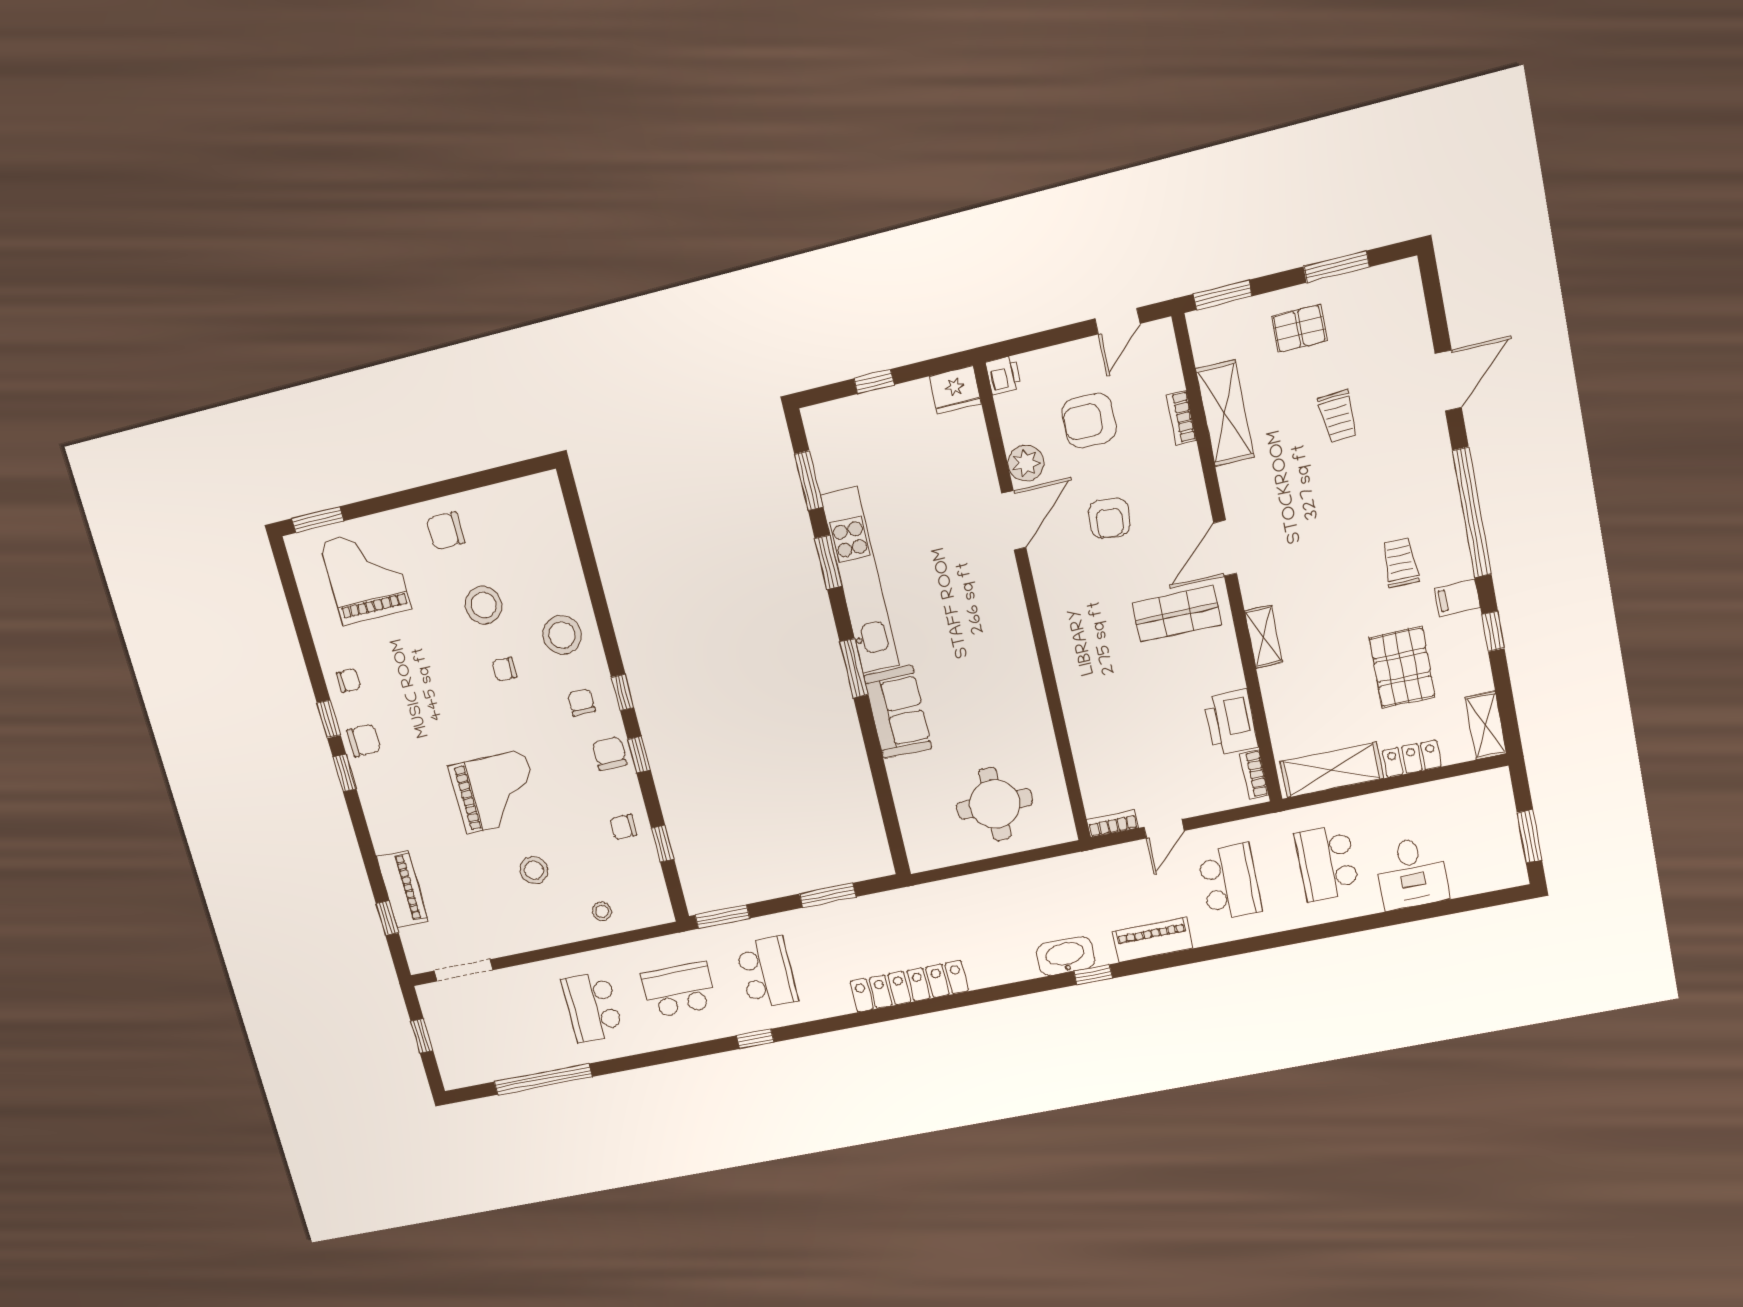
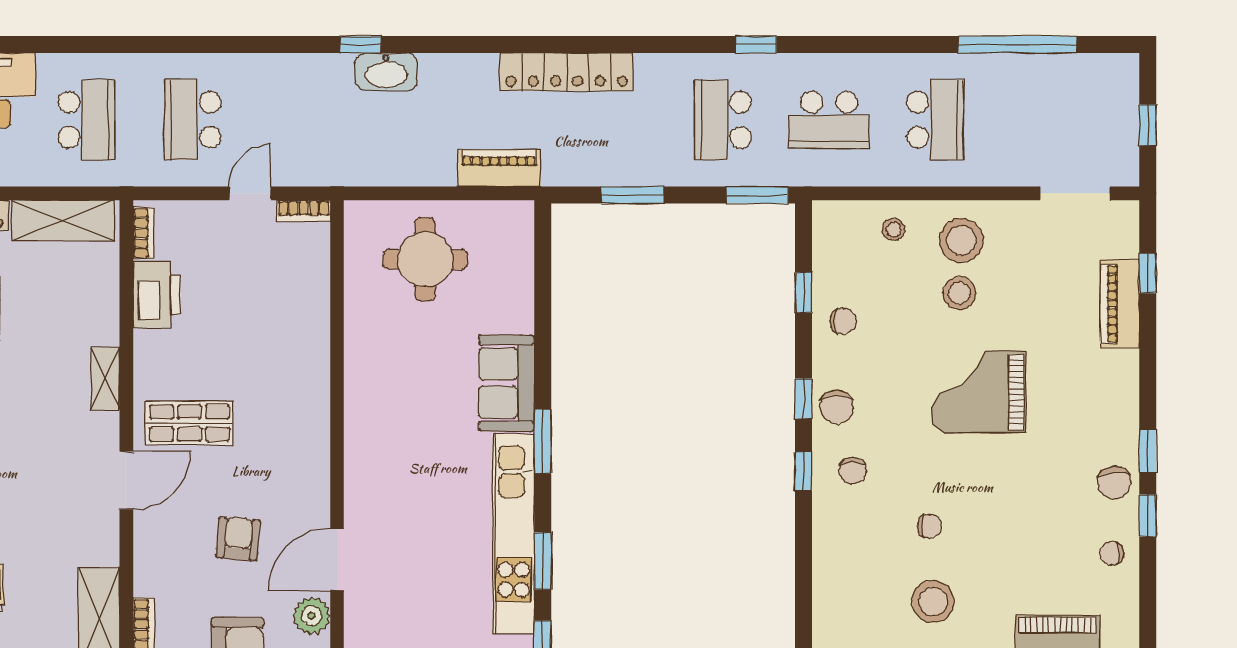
stool: (562, 635) -> (961, 240), moved
chair: (364, 740) -> (1114, 483), turned -94
piano: (1152, 940) -> (499, 168), moved, turned 180

